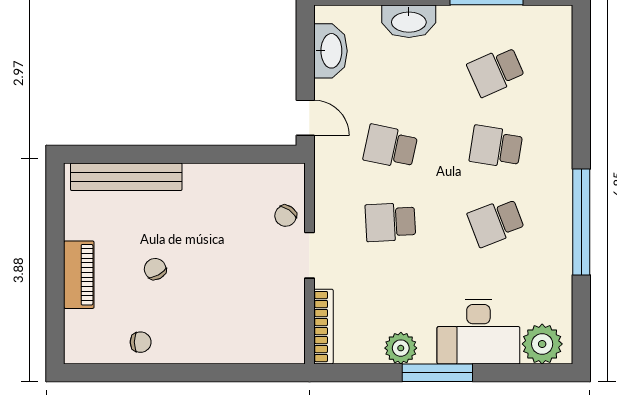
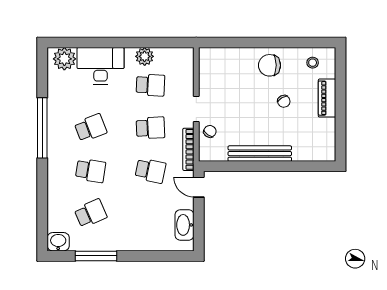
washbasin: (409, 21) -> (58, 242), moved, width x0.72
bench: (126, 177) -> (260, 154), moved
school desk: (390, 298) -> (150, 85), added
bookcase: (323, 327) -> (188, 149), moved
stool: (104, 337) -> (313, 63), added
chair: (141, 342) -> (269, 65), moved, width x1.87, depth x1.87
window: (437, 373) -> (124, 42), removed

